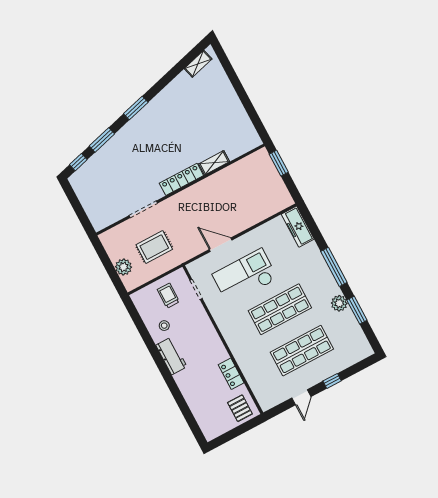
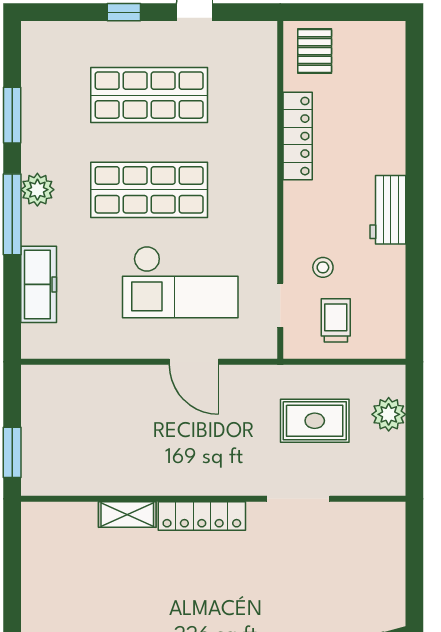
freezer: (298, 227) -> (39, 284), moved
trolley: (168, 296) -> (336, 320), turned 180
plant: (339, 303) -> (37, 190), moved
stool: (164, 326) -> (323, 267), moved
locker: (231, 374) -> (298, 136), width x1.53

